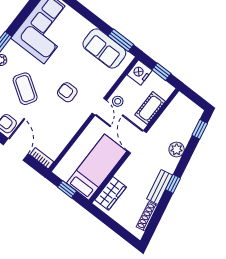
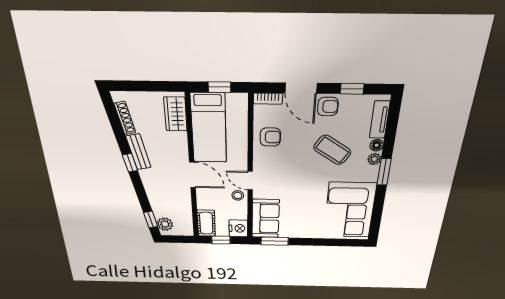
sofa: (104, 48) -> (265, 219), moved, turned 90
armchair: (67, 92) -> (270, 137), moved
cot: (150, 108) -> (206, 223), moved
plant: (177, 149) -> (165, 224), moved

